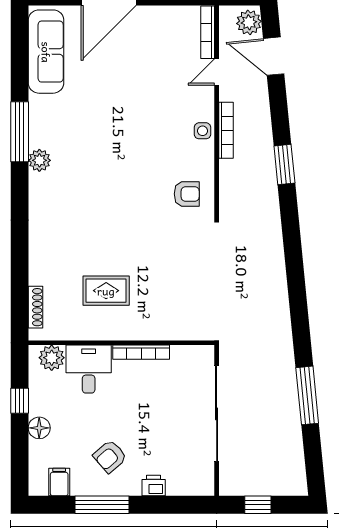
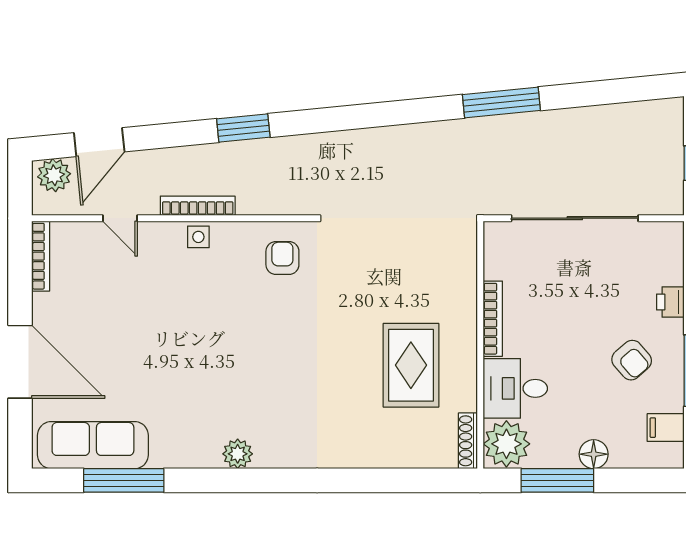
bookcase: (208, 32) -> (41, 256), moved, turned -90
window: (20, 132) -> (124, 480), moved
rug: (106, 291) -> (411, 365), width x1.36, depth x1.43
shoe rack: (35, 307) -> (468, 441), moved, turned -90
plant: (52, 358) -> (506, 444), width x1.36, depth x1.36
window: (307, 395) -> (501, 102), moved
window: (20, 401) -> (557, 480), width x2.17

